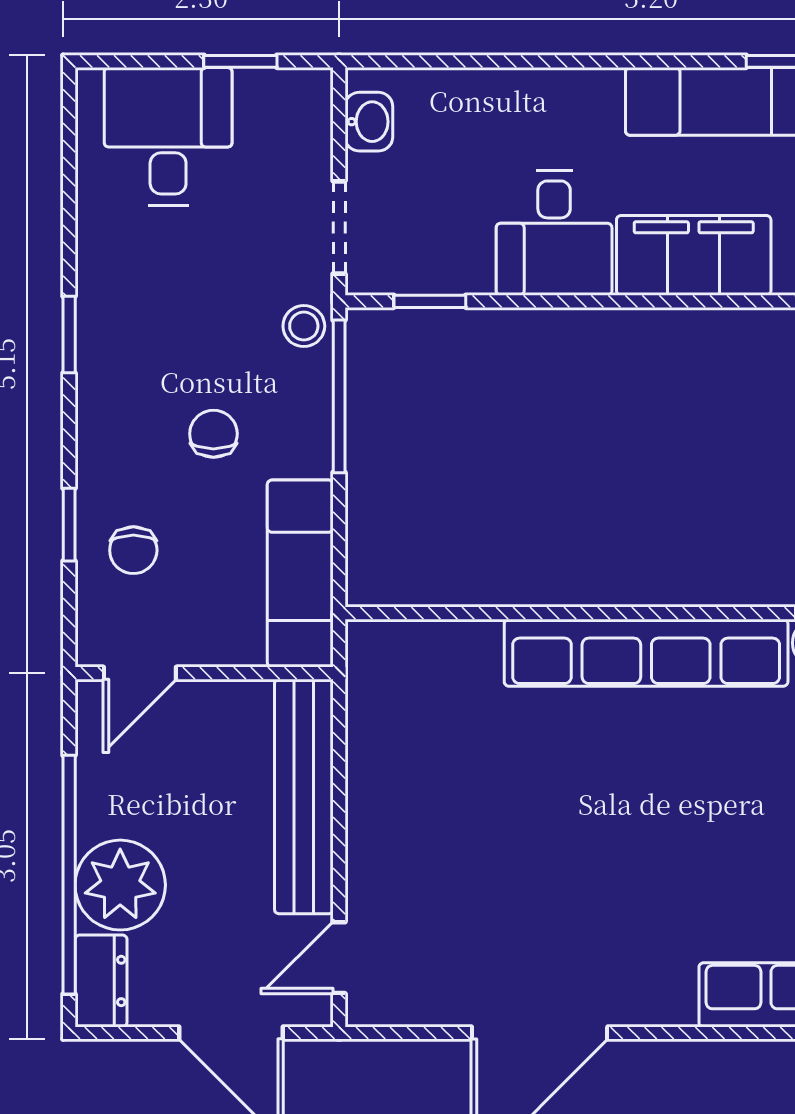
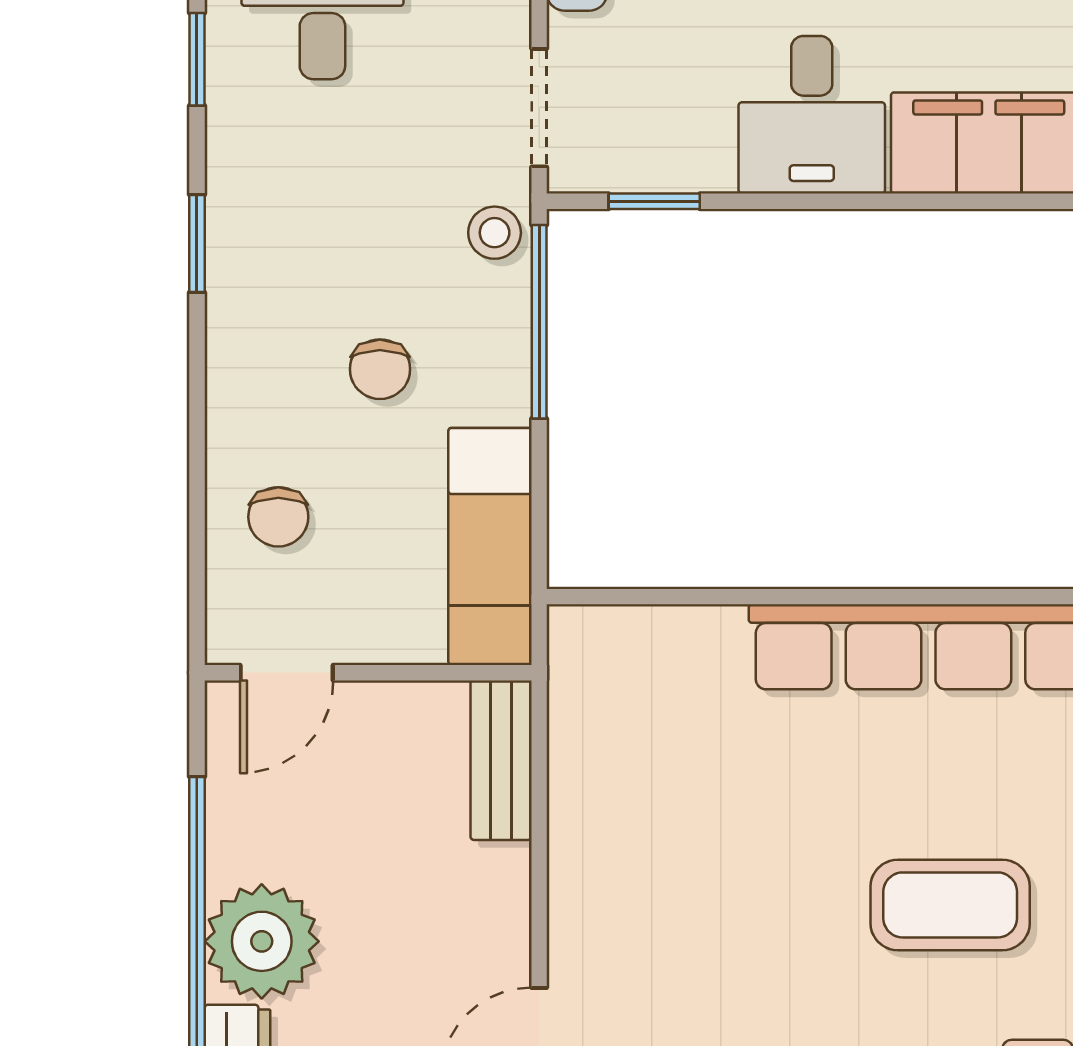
chair: (213, 434) -> (380, 369), turned 180
window: (69, 525) -> (197, 59), moved
bench: (304, 797) -> (501, 760), width x0.54, depth x0.82
coffee table: (663, 856) -> (950, 905), added

